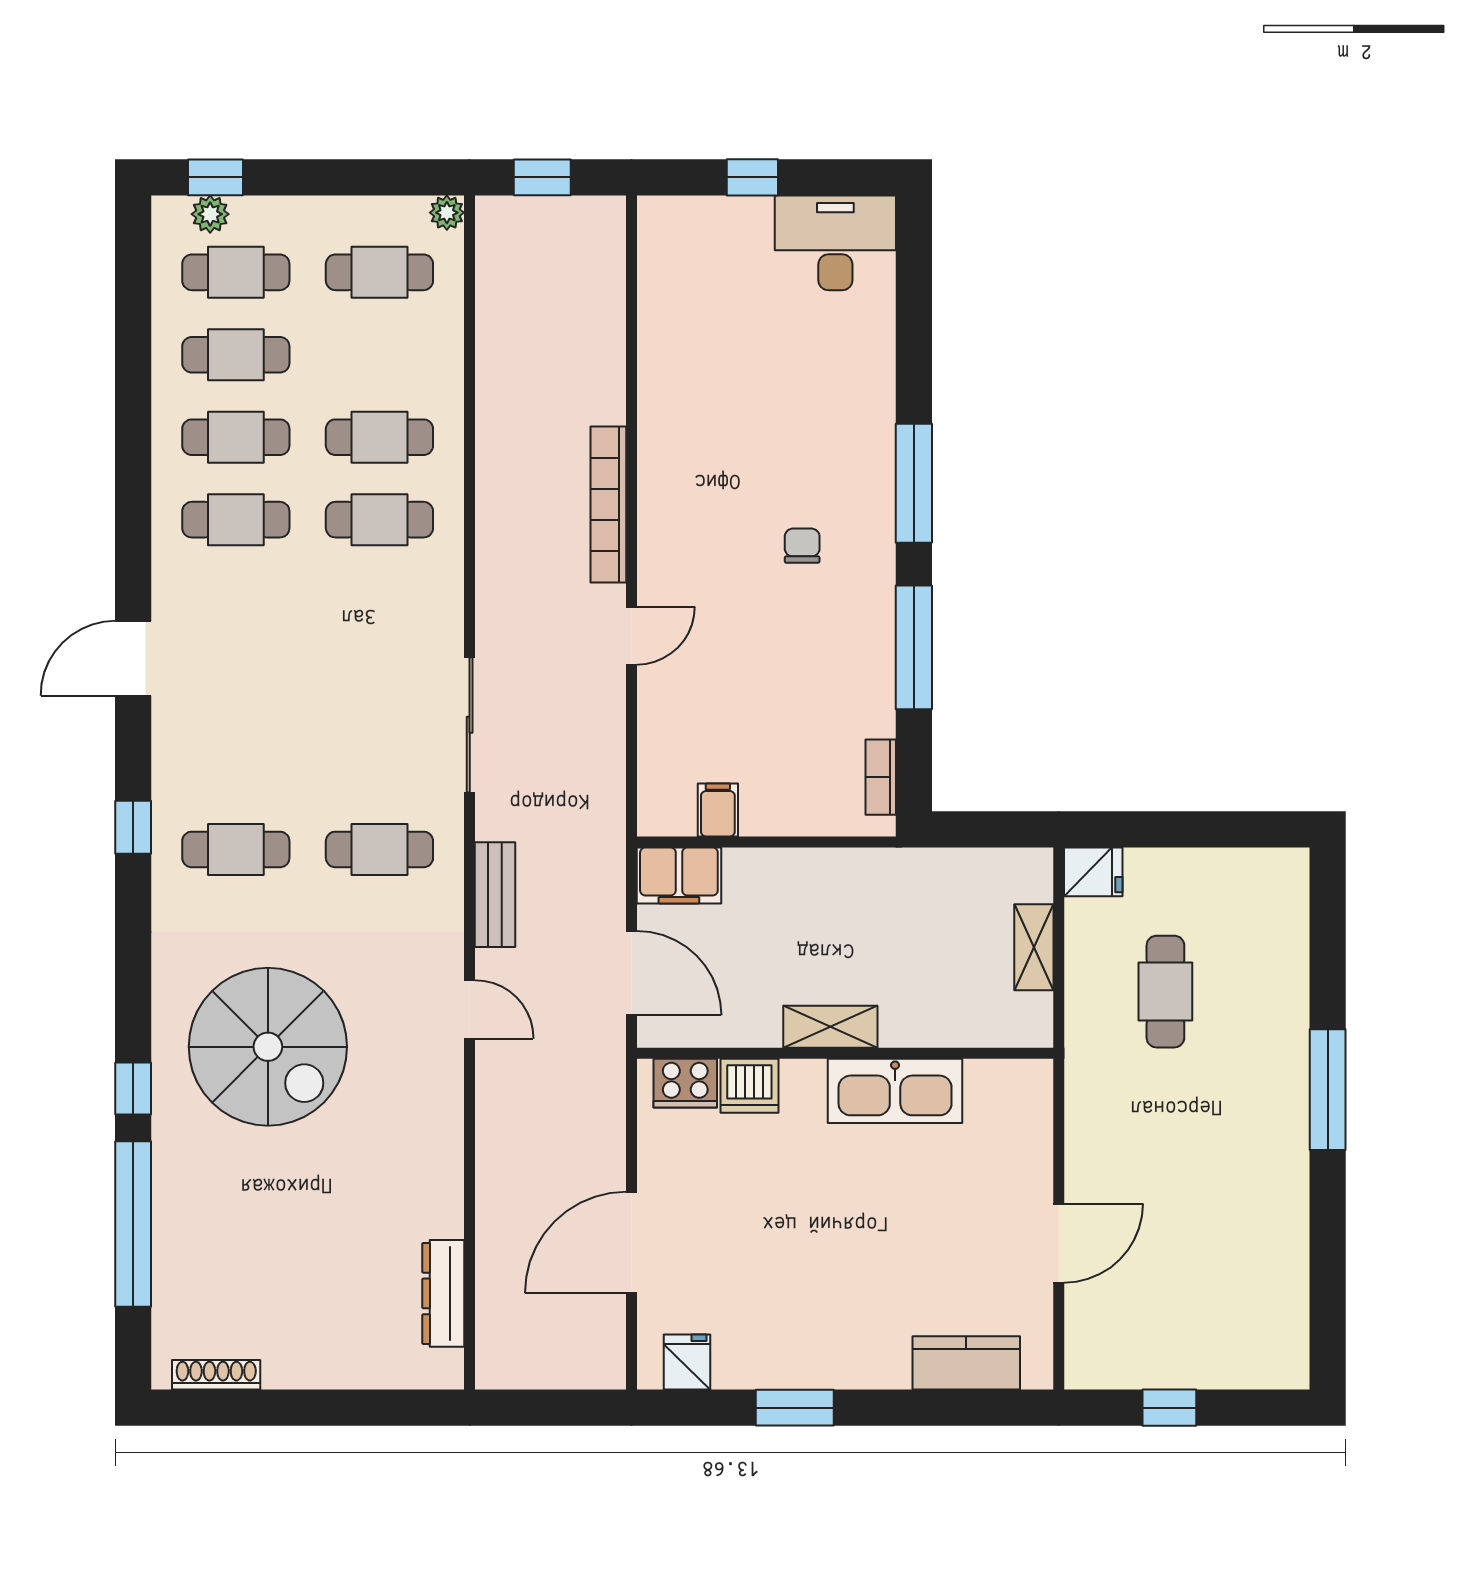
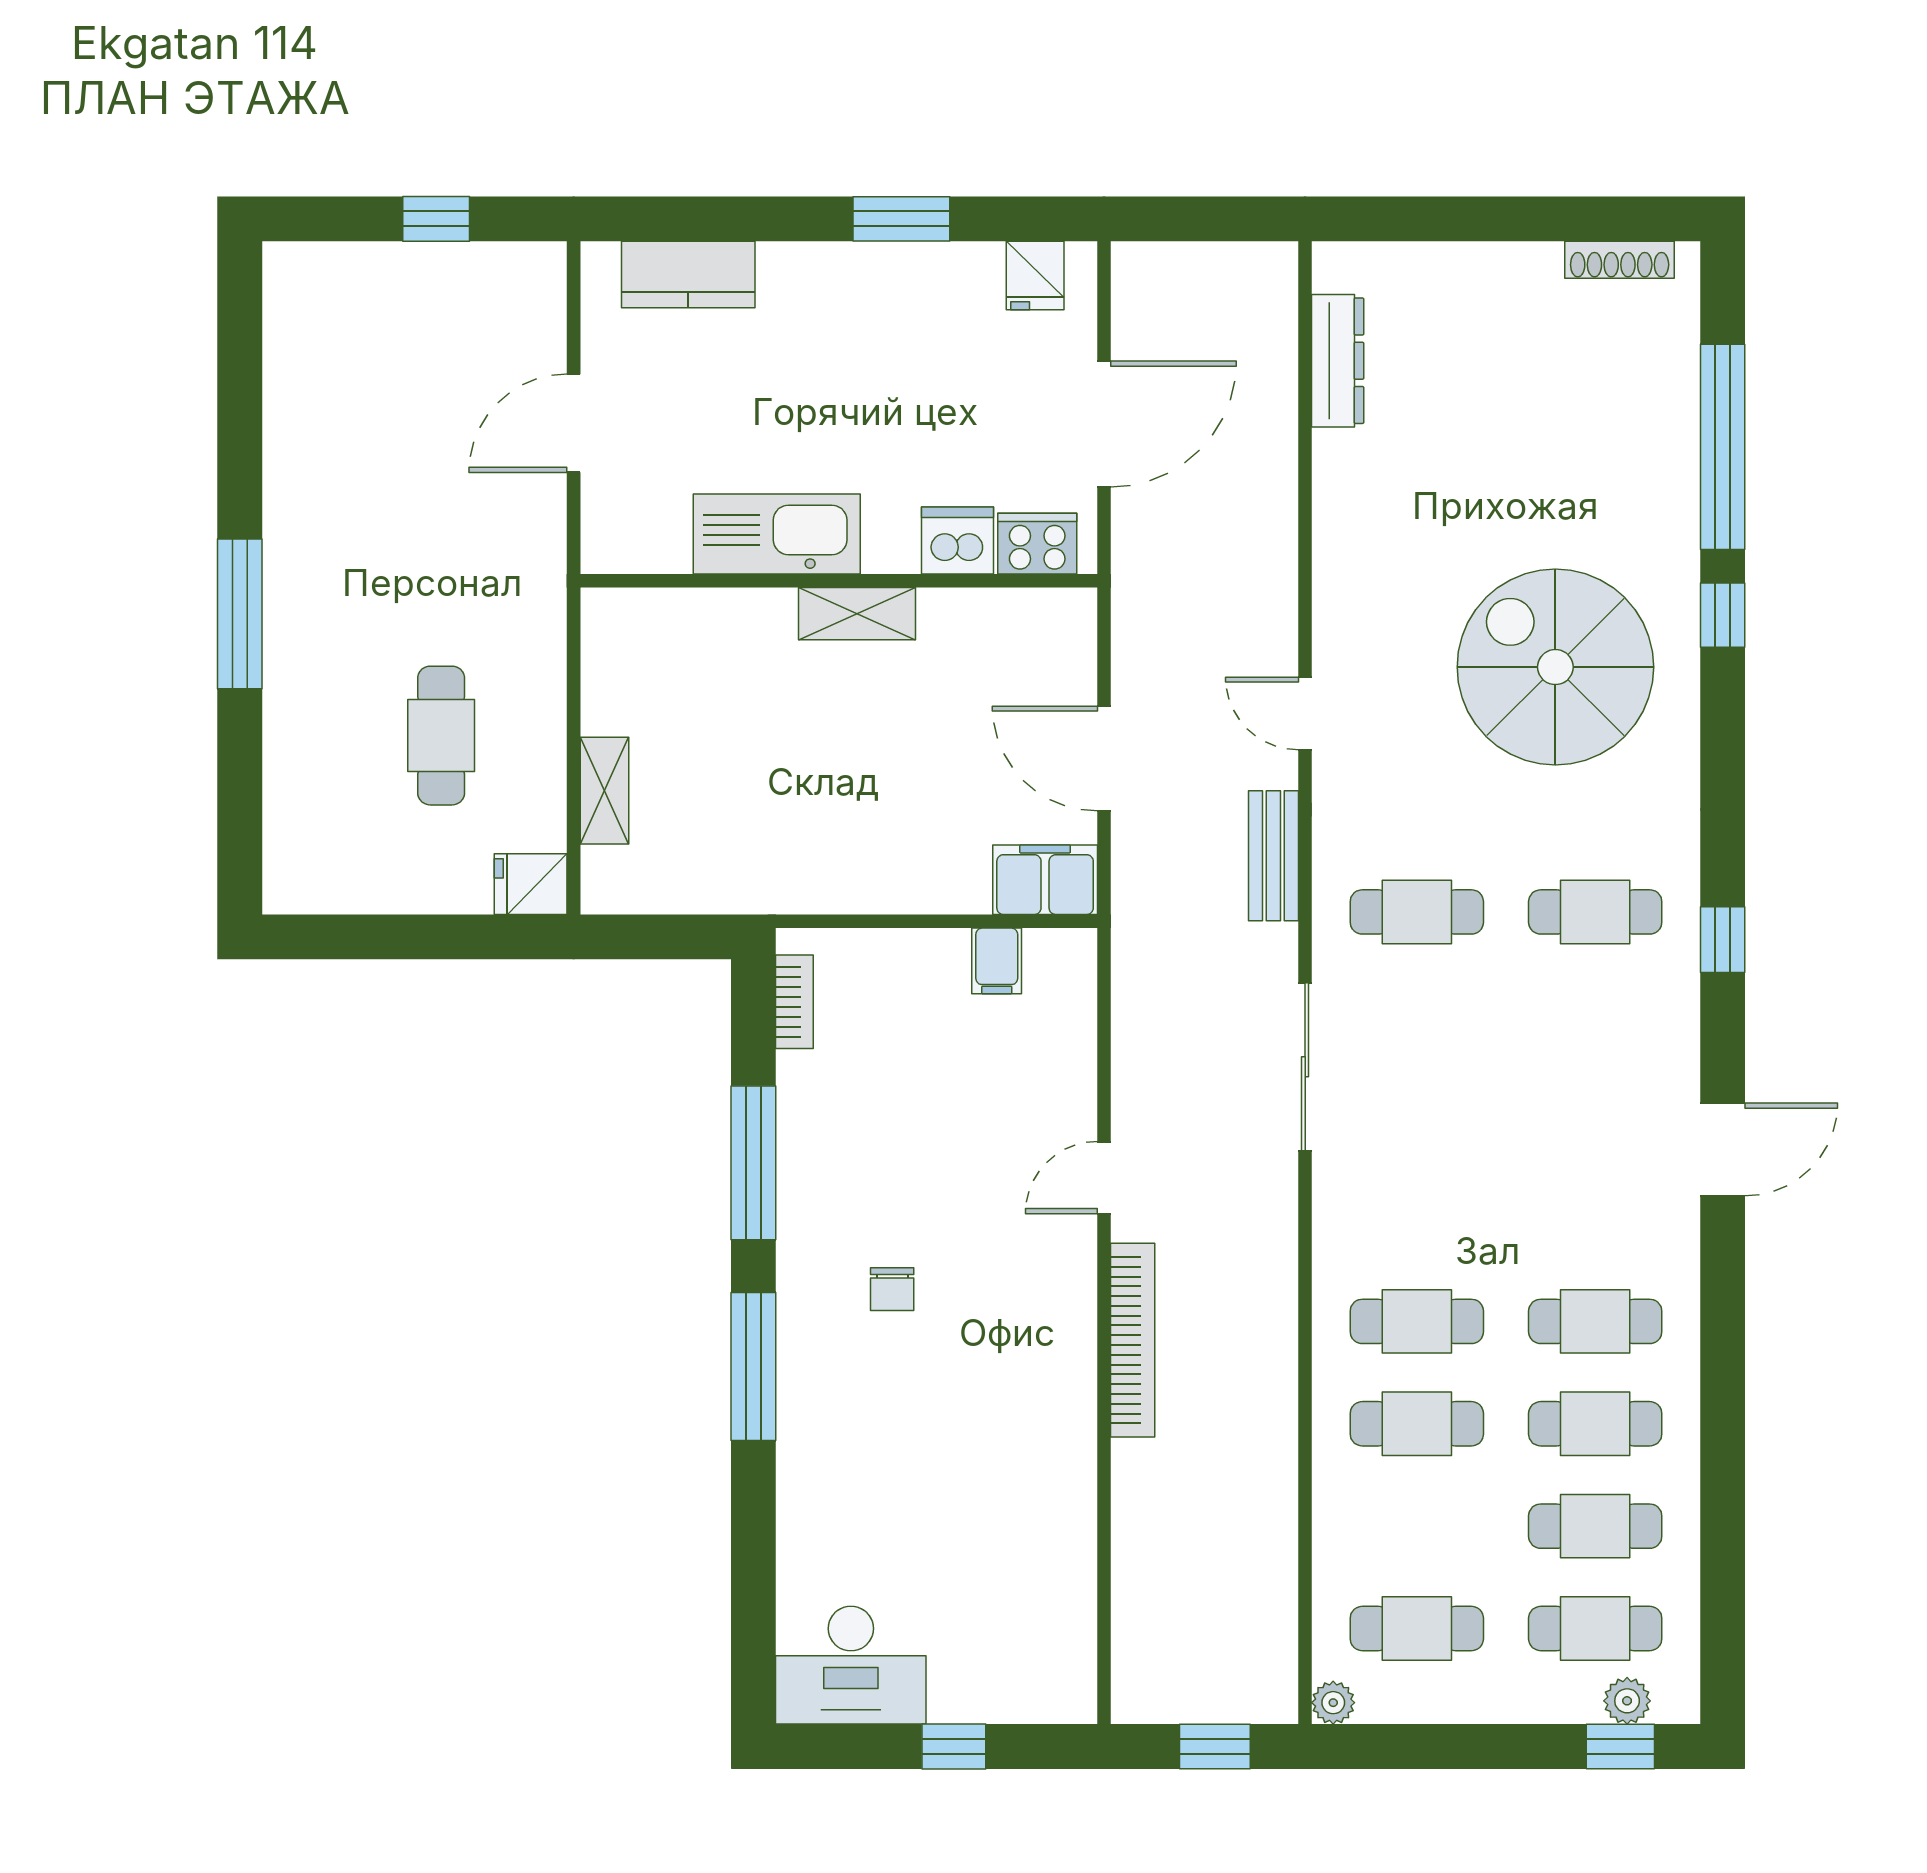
shelving: (830, 1027) -> (857, 614), moved
wall: (845, 1053) -> (839, 581), moved
cooker: (685, 1083) -> (1037, 544), moved
dishwasher: (749, 1086) -> (958, 540), moved
kitchen sink: (895, 1091) -> (777, 534), moved

